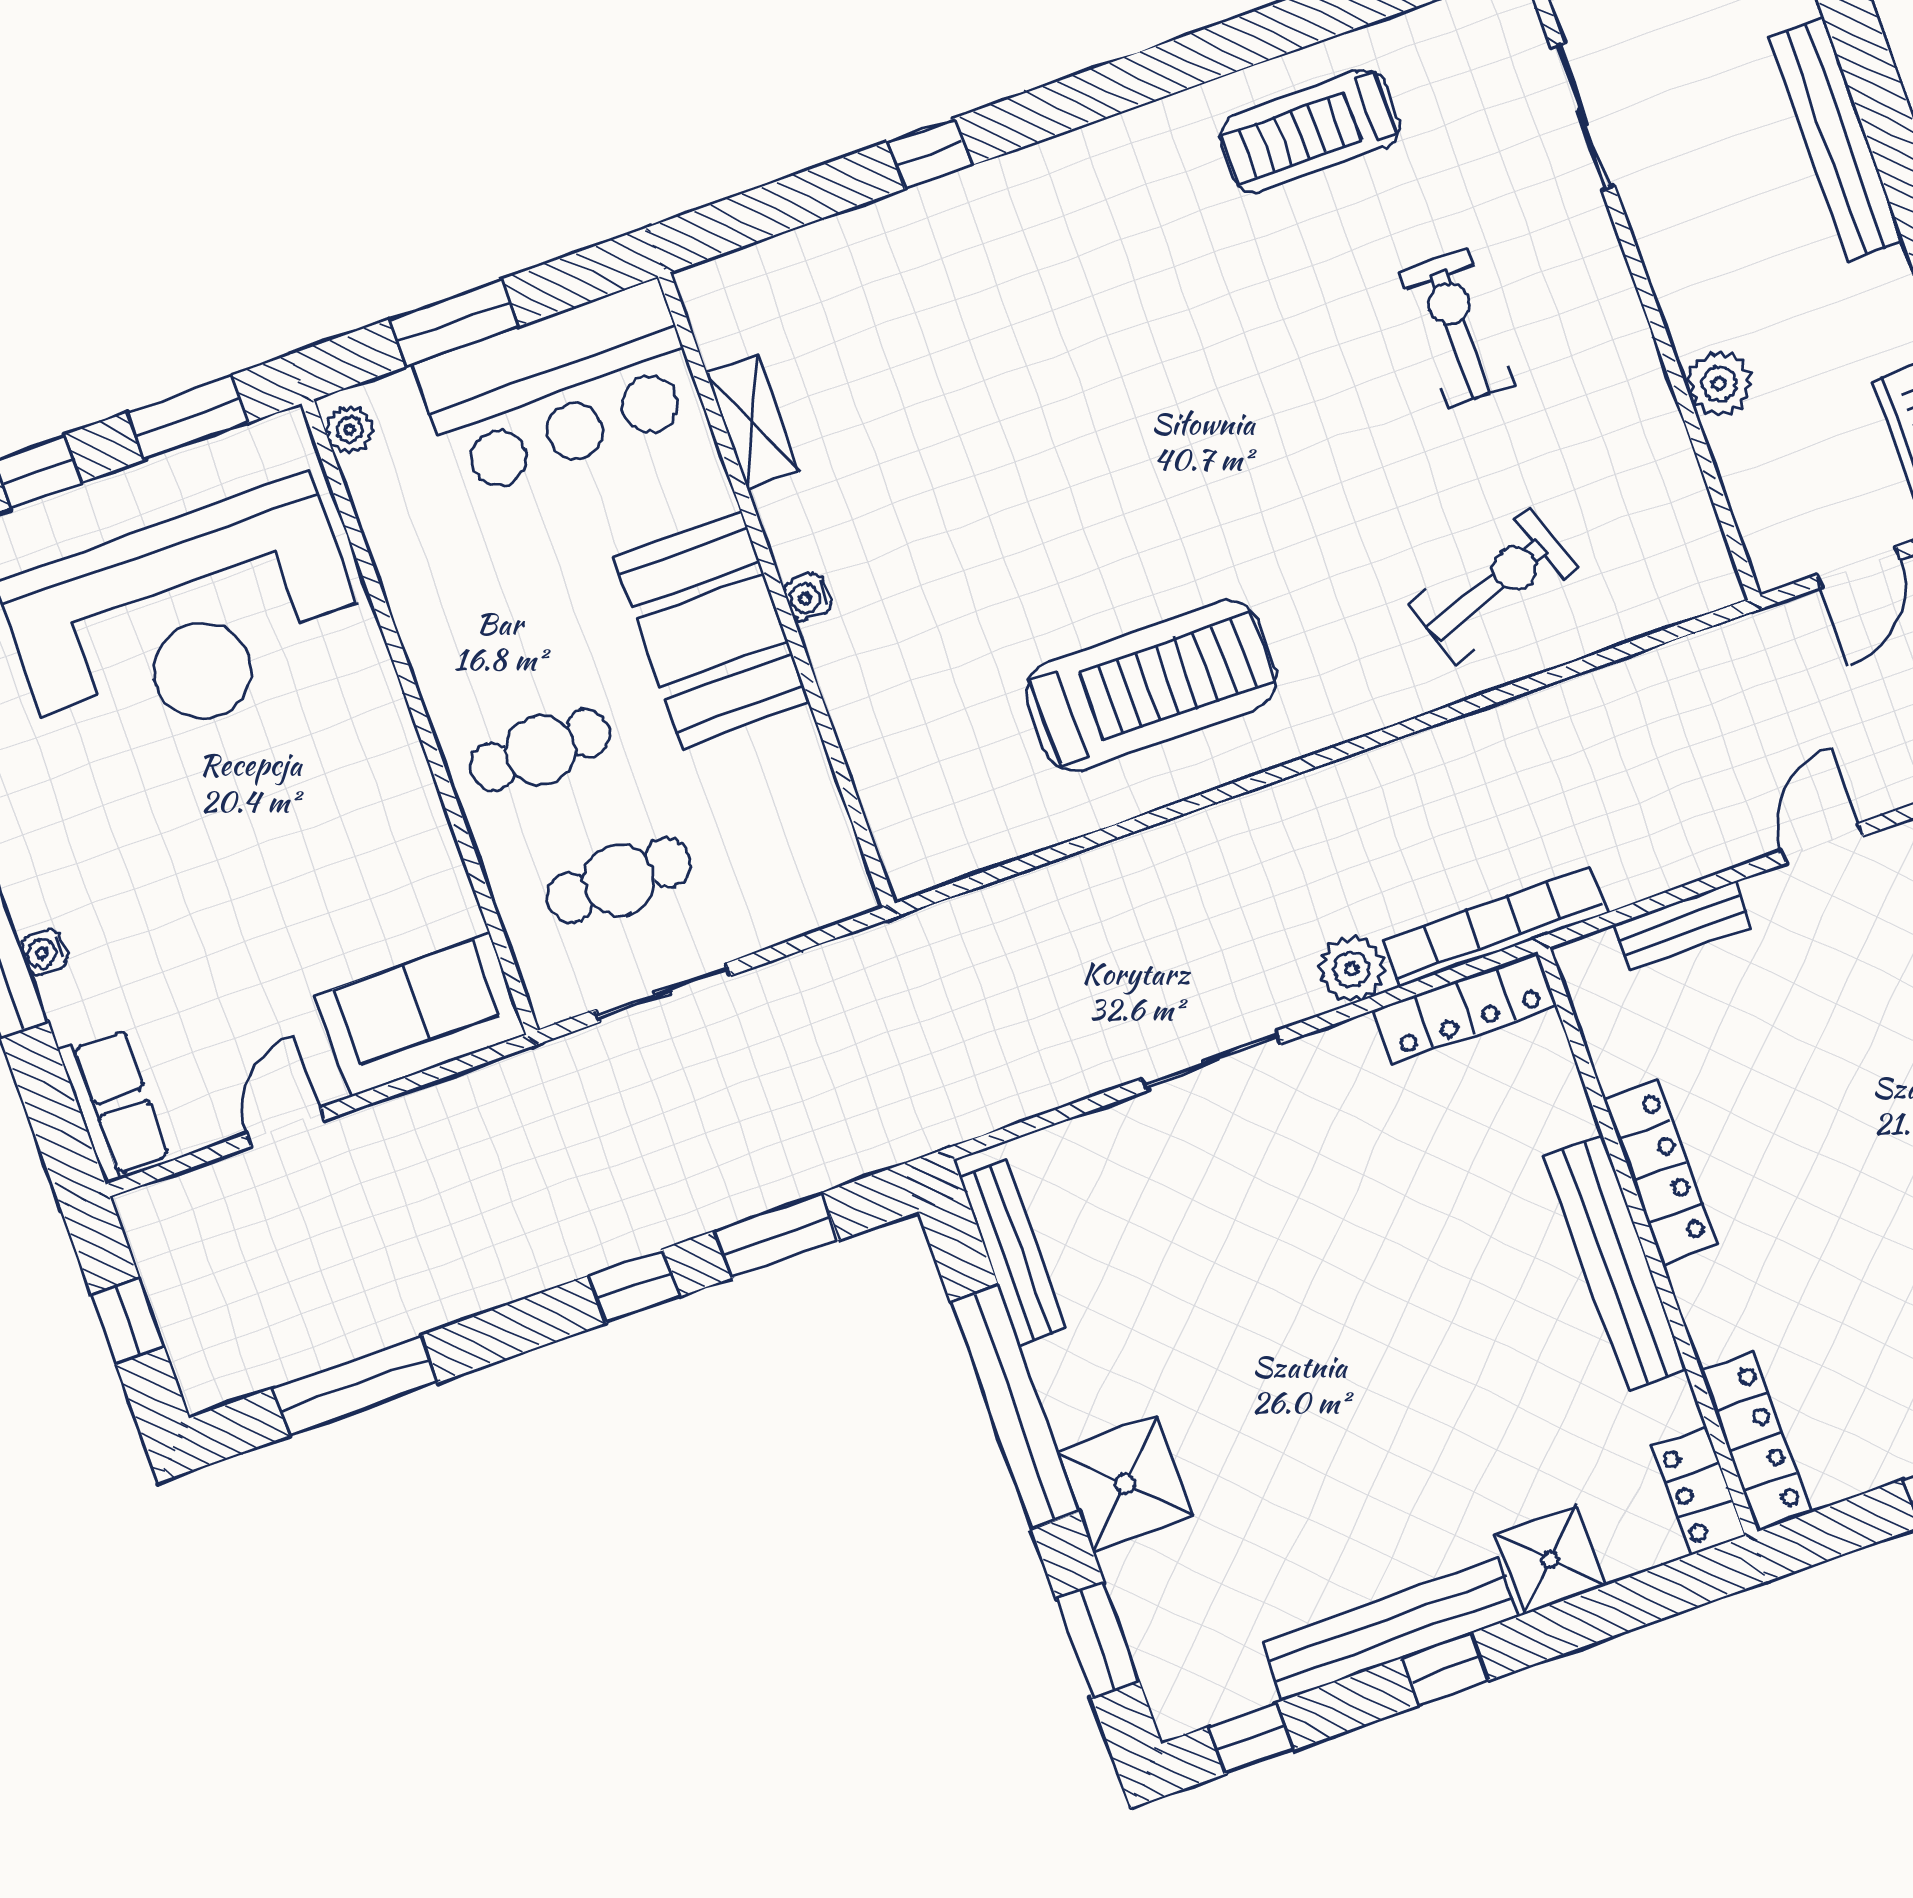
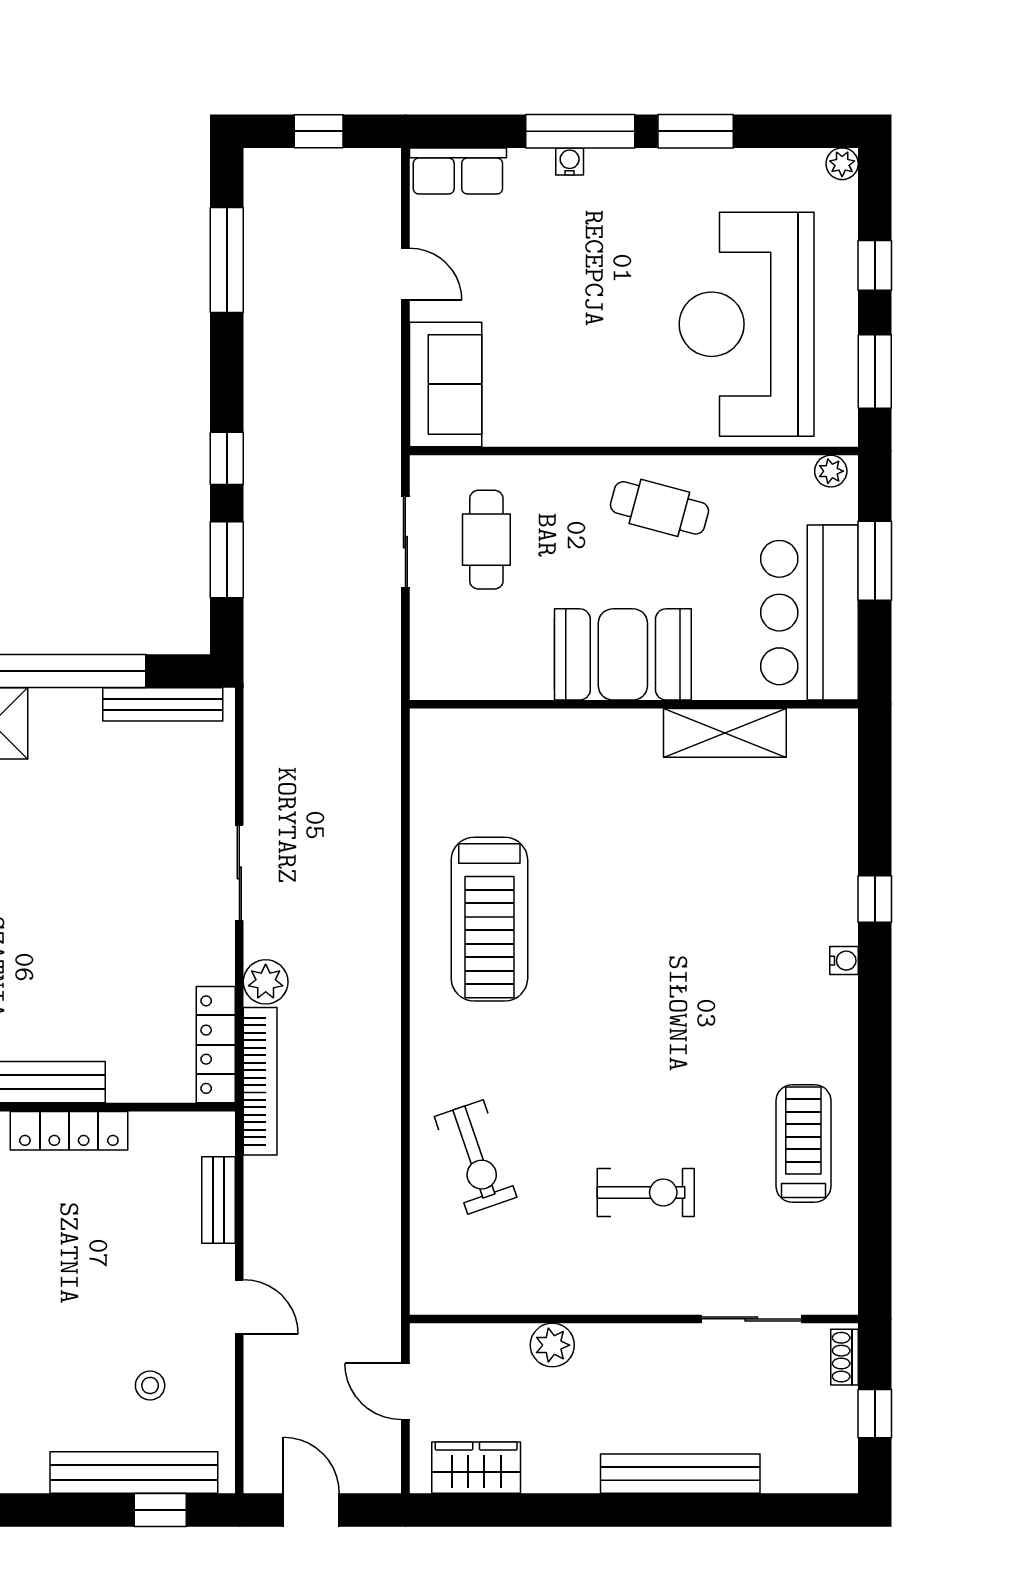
shelving: (752, 422) -> (725, 733), width x1.50, depth x1.33
water cooler: (808, 597) -> (844, 961), moved, turned 90
cafe table: (540, 750) -> (659, 508), moved, turned -75

